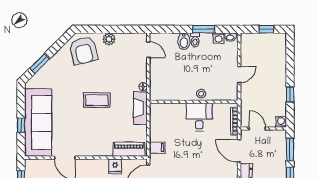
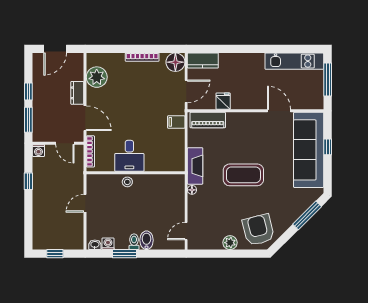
door: (148, 50) -> (186, 231), hinge flipped
window: (40, 64) -> (307, 215), width x1.44
coffee table: (97, 100) -> (243, 175), width x1.36, depth x1.32

